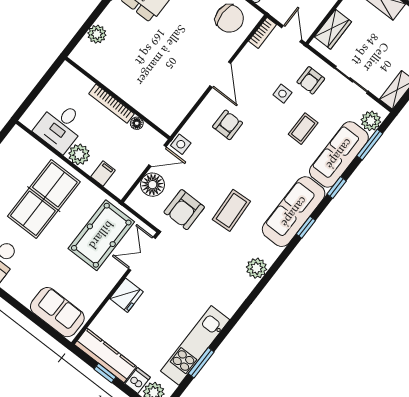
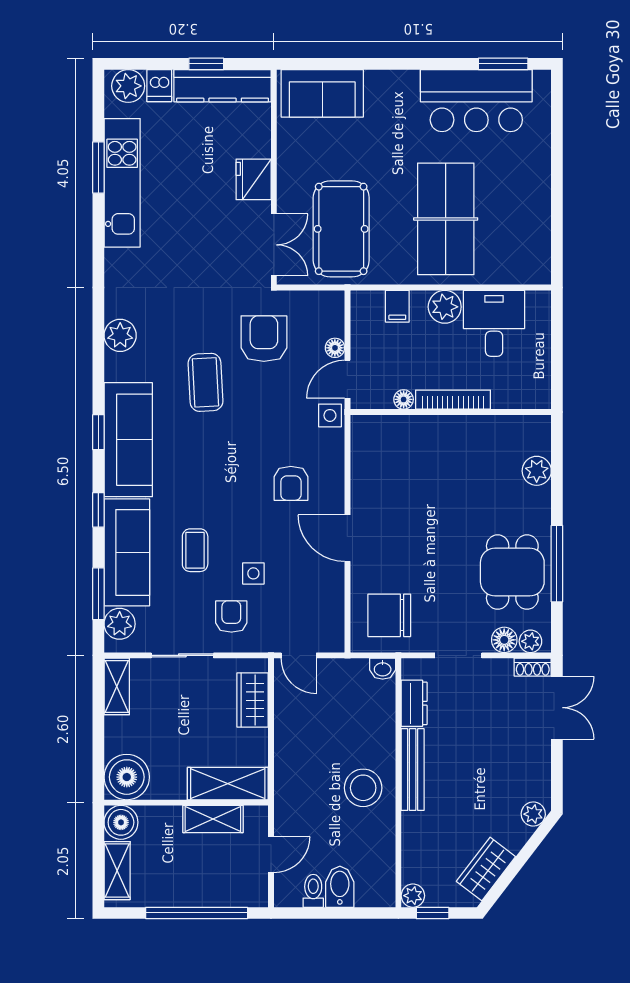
bookcase: (263, 33) -> (335, 629), removed
floor lamp: (152, 185) -> (335, 348), width x0.53, depth x0.53

